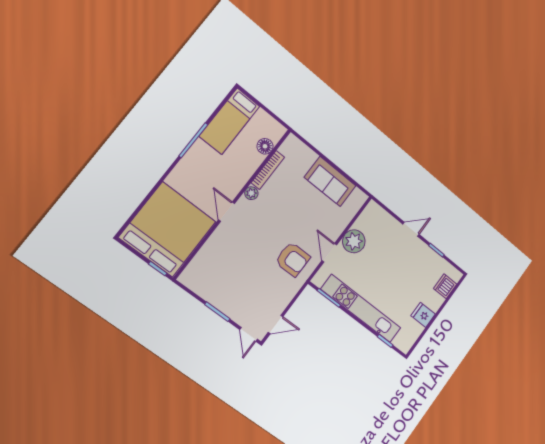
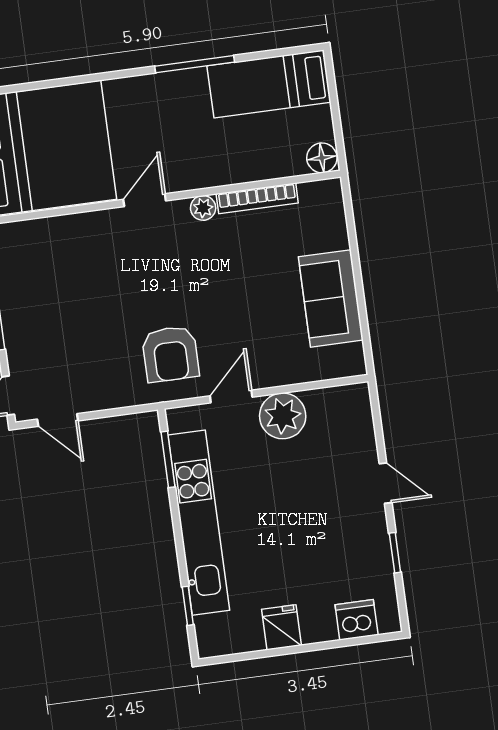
floor lamp: (265, 146) -> (322, 158), moved

